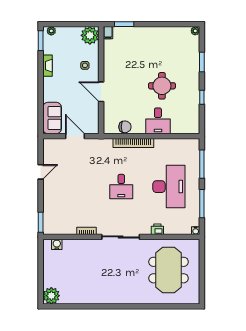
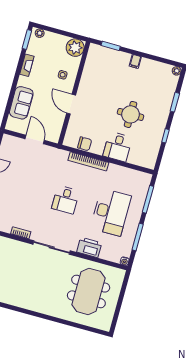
filing cabinet: (108, 33) -> (135, 61), moved
sofa: (52, 118) -> (21, 103), moved
printer: (157, 229) -> (89, 247), width x1.87, depth x1.48

